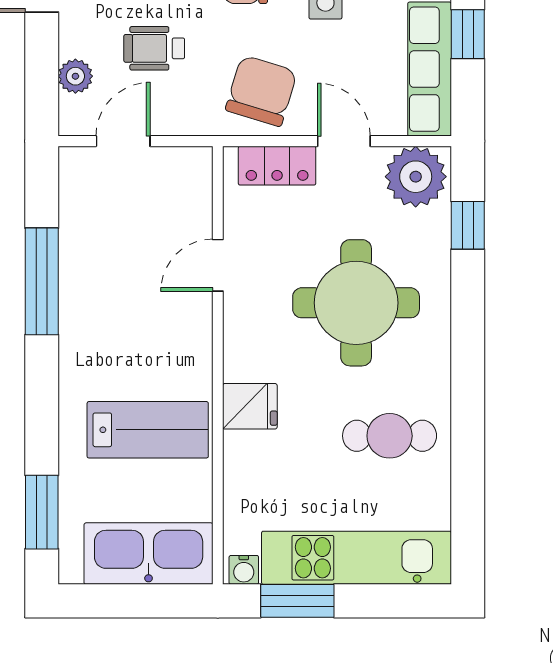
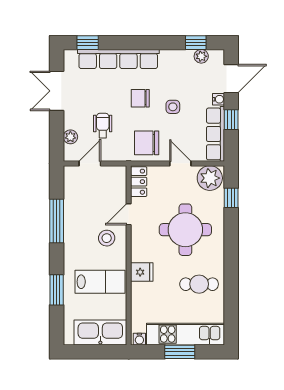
wheelchair: (154, 48) -> (103, 125), turned 90
chair: (261, 91) -> (147, 143), turned -107
locker: (277, 166) -> (139, 182), moved, turned -90
stool: (164, 323) -> (107, 238), added
window: (42, 512) -> (57, 290), moved
window: (297, 601) -> (180, 352), moved

